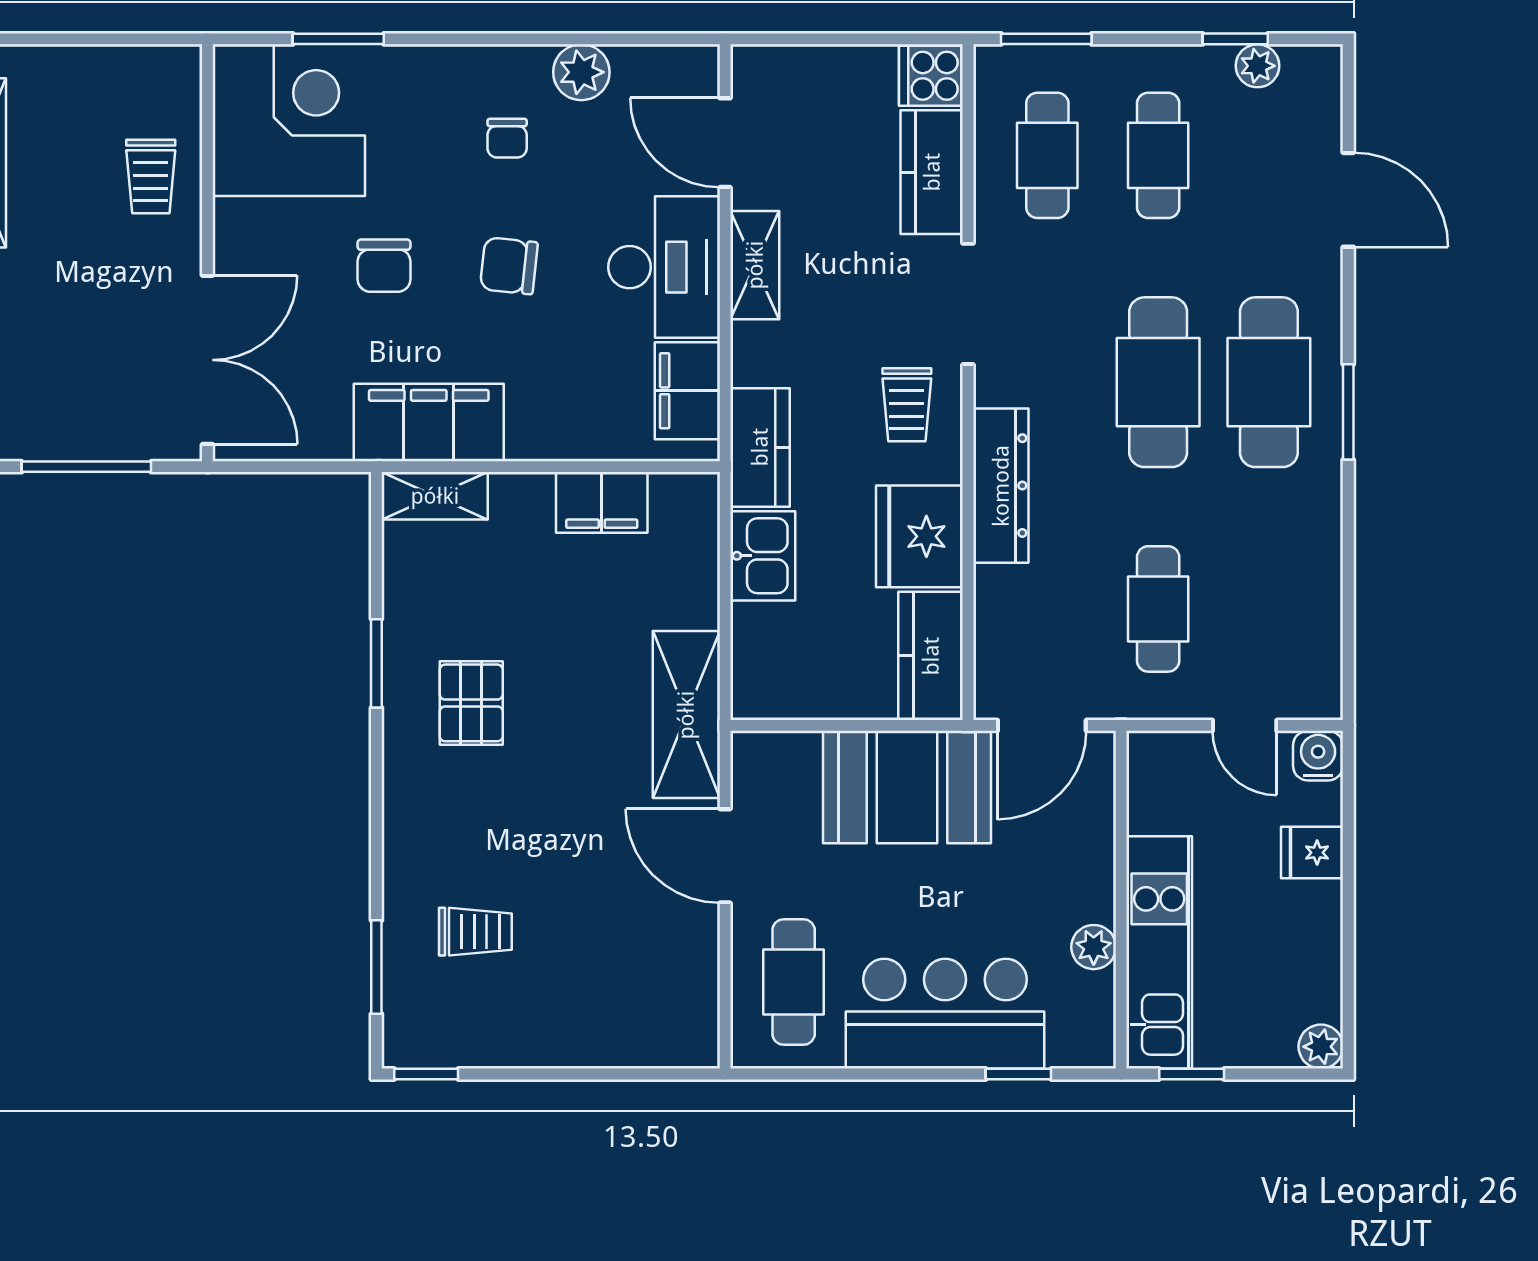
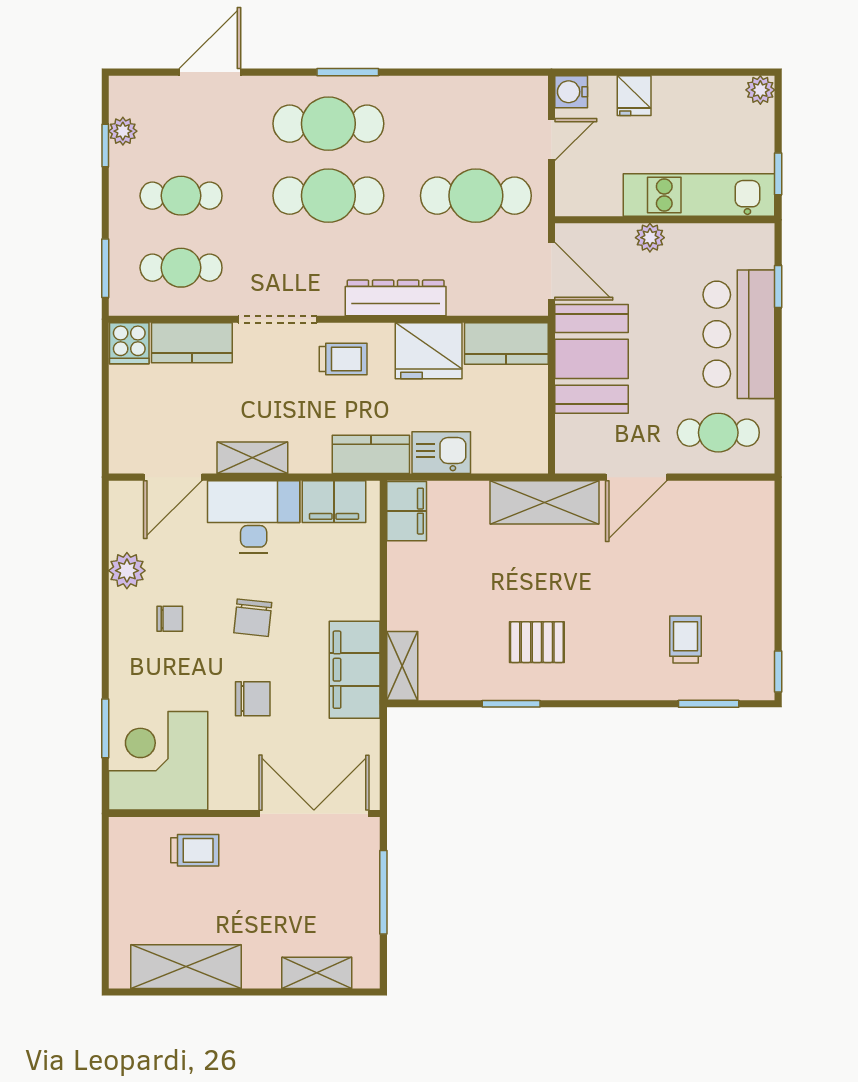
filing cabinet: (602, 502) -> (407, 511), moved
cafe table: (1158, 609) -> (476, 196), width x1.37, depth x1.35
plant: (1094, 947) -> (650, 238), moved

